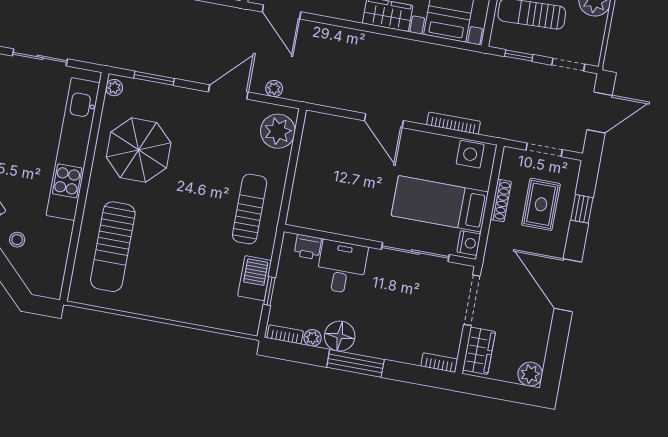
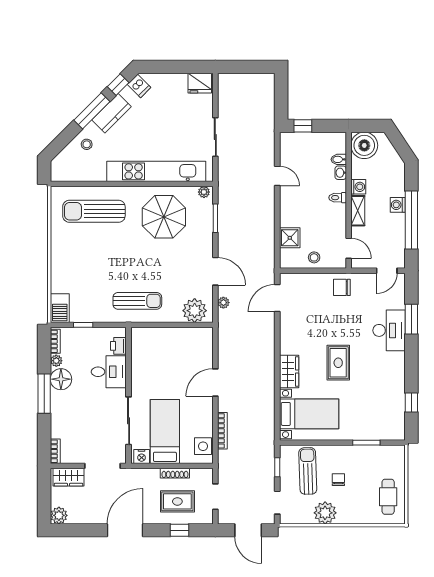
barbecue: (255, 278) -> (60, 308), moved, turned 90

